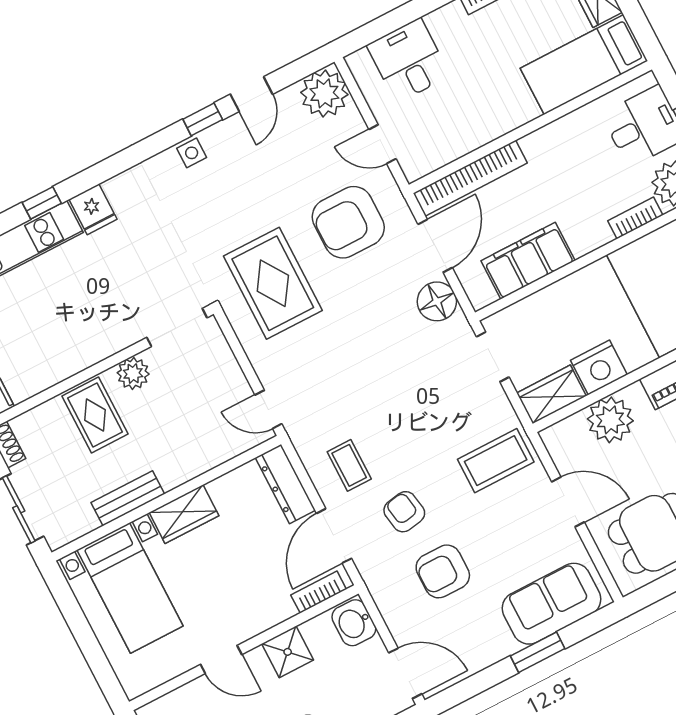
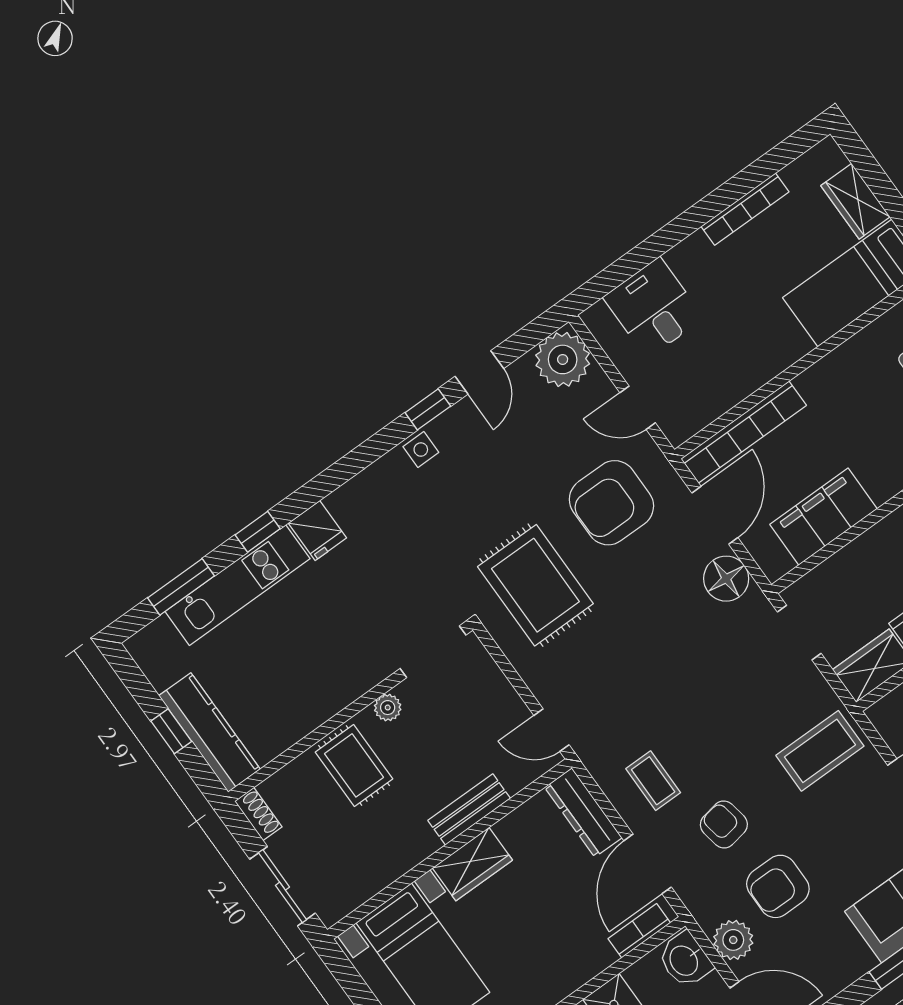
plant: (133, 373) -> (388, 708), width x0.73, depth x0.73
bench: (128, 498) -> (469, 809), moved
plant: (398, 612) -> (733, 940), added

